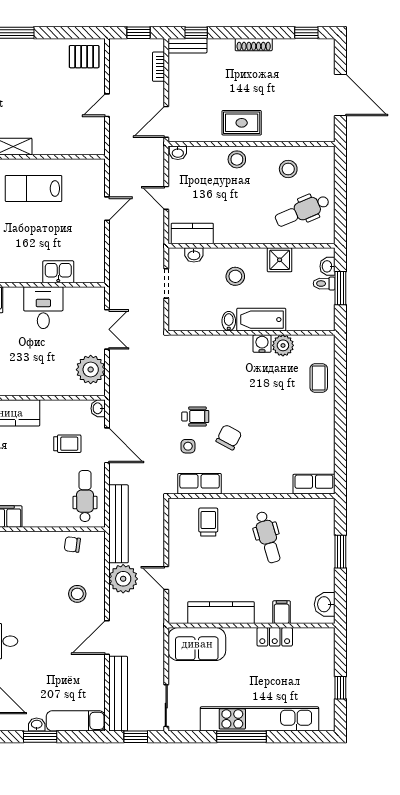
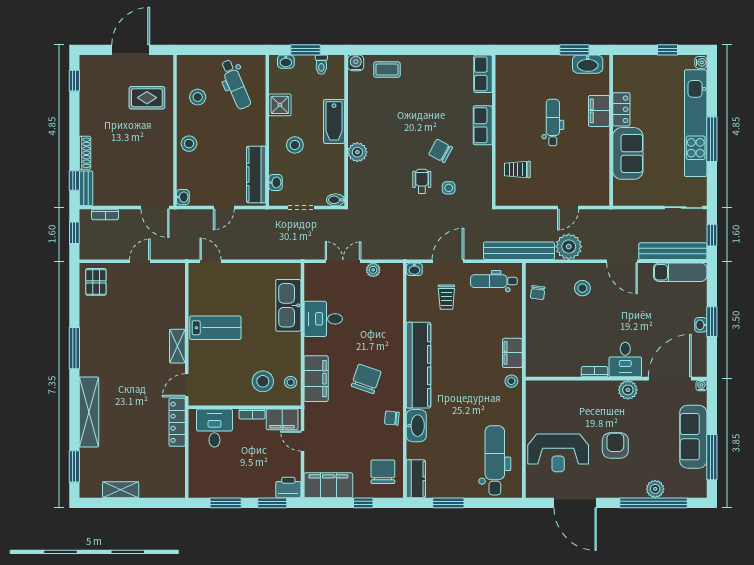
shoe rack: (254, 45) -> (85, 153), moved
door: (107, 105) -> (140, 261), swing flipped
rug: (242, 123) -> (147, 98), moved, turned 90
lab bench: (33, 188) -> (215, 328), turned -90
door: (107, 209) -> (210, 261), moved
kitchen counter: (192, 233) -> (256, 174), width x1.50
kitchen sink: (58, 272) -> (288, 305), width x1.87, depth x1.24
toilet: (324, 284) -> (321, 65), moved
bidet: (229, 321) -> (335, 200), moved
water cooler: (262, 344) -> (356, 63), moved, turned 90
plant: (283, 345) -> (357, 152), moved
plant: (91, 370) -> (373, 270), width x0.53, depth x0.53
trolley: (67, 444) -> (446, 297), turned 180
row of seats: (200, 484) -> (483, 125), moved
dental chair: (268, 537) -> (553, 123), moved, turned -74
window: (340, 552) -> (574, 50), moved
washbasin: (325, 604) -> (588, 64), width x1.38
filing cabinet: (282, 612) -> (599, 111), width x2.00
kitchen counter: (221, 613) -> (599, 158), removed
sofa: (197, 644) -> (628, 153), moved
exam couch: (76, 721) -> (680, 272), moved, turned -90
water cooler: (327, 725) -> (701, 62), added

